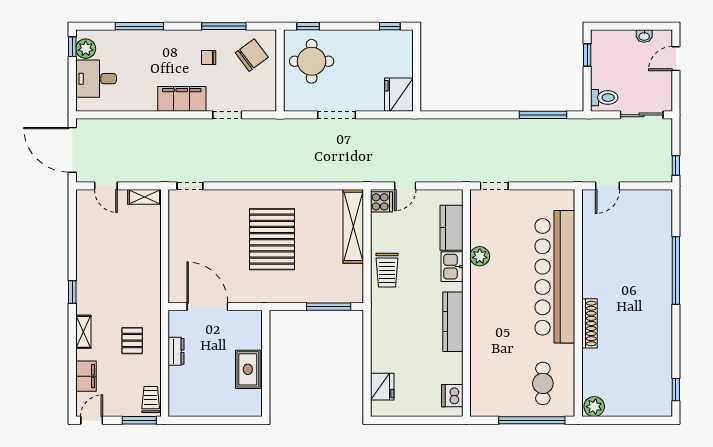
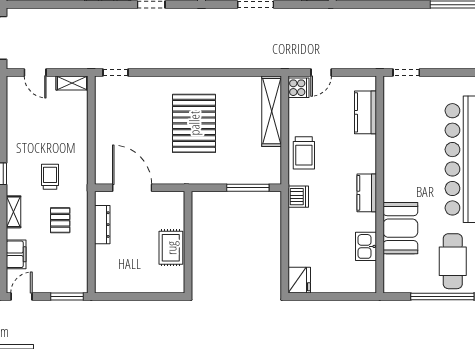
plant: (480, 256) -> (392, 140), removed
kitchen sink: (452, 267) -> (366, 246), moved
kitchen counter: (453, 322) -> (367, 193), width x0.67
booth: (488, 349) -> (400, 228), added
dresser: (176, 351) -> (102, 225), width x1.44
cafe table: (543, 383) -> (453, 261), width x1.37, depth x1.35
fridge: (382, 387) -> (299, 280), moved
dishwasher: (452, 396) -> (298, 197), moved, turned 180
trolley: (151, 399) -> (50, 177), moved

